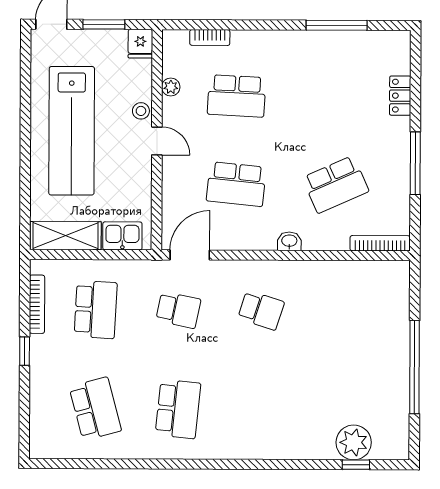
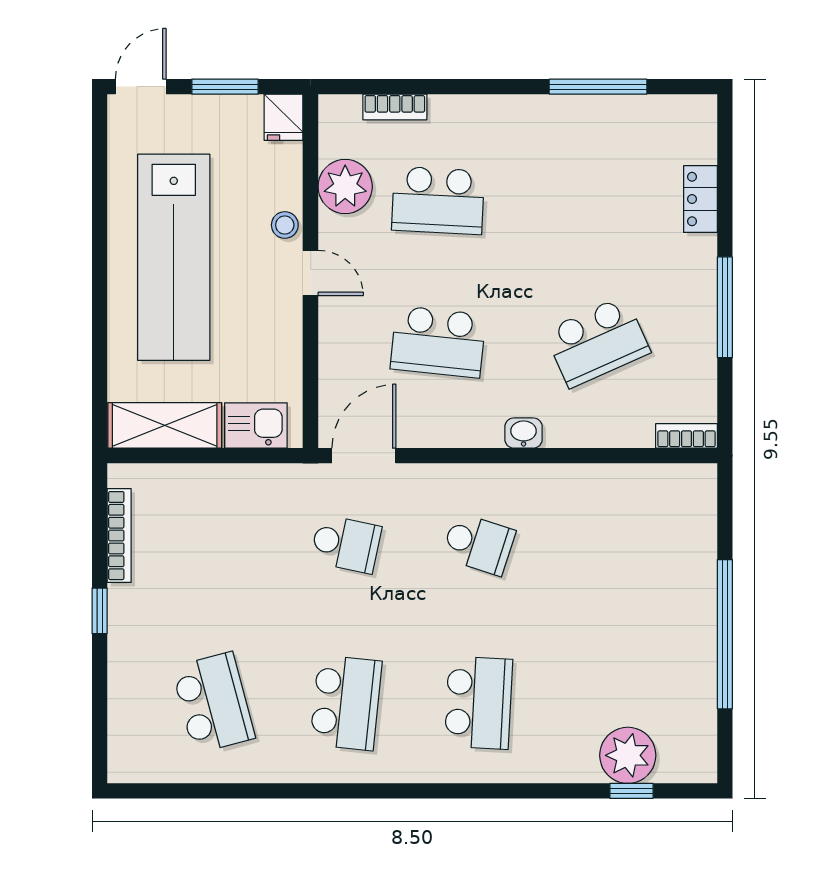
plant: (171, 87) -> (345, 187), width x1.88, depth x1.88
bookcase: (380, 243) -> (686, 436), width x0.64
school desk: (96, 310) -> (479, 703), moved

